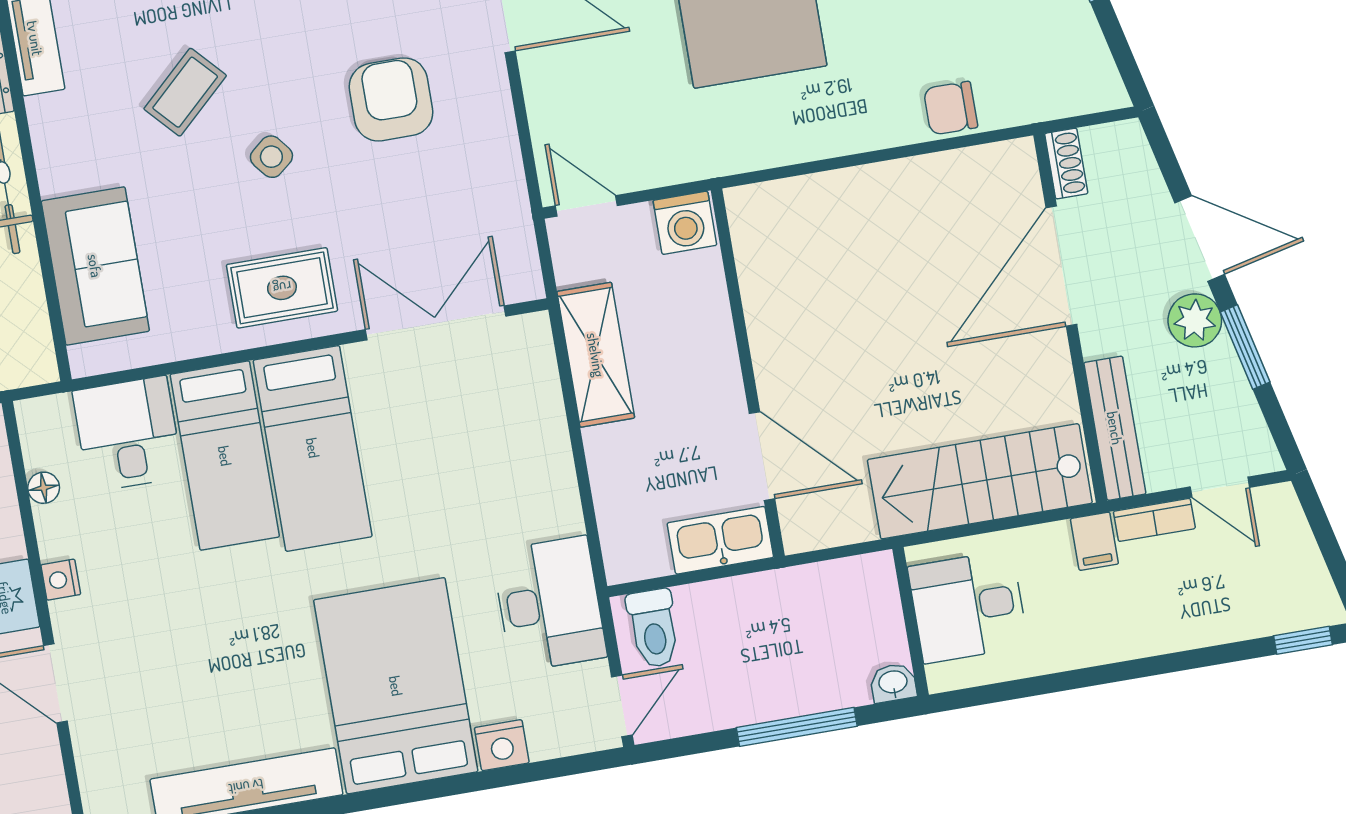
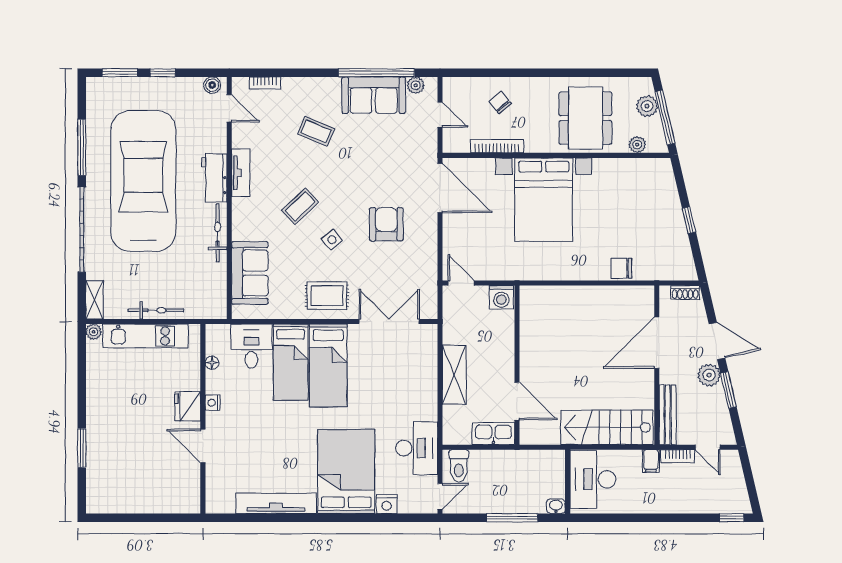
shoe rack: (1066, 164) -> (685, 292), moved, turned 90
shelving: (596, 355) -> (454, 375), moved
desk: (968, 607) -> (593, 479), width x1.37

